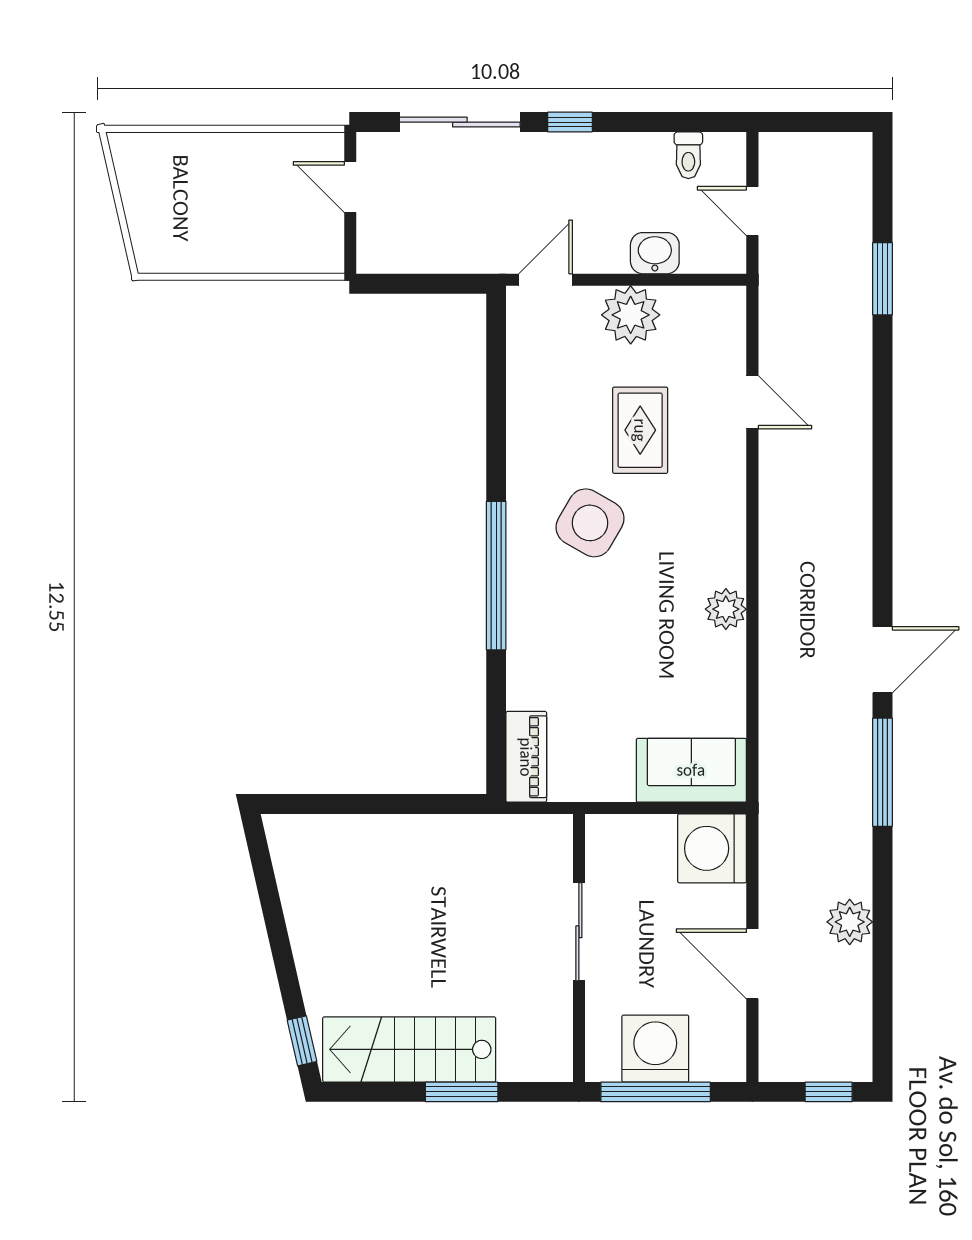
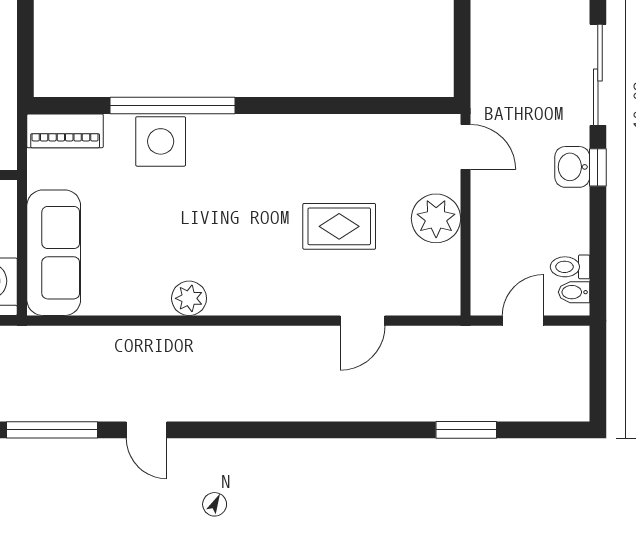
bidet: (719, 150) -> (574, 292), added
washbasin: (655, 253) -> (572, 167), moved, turned 180
side table: (590, 523) -> (161, 141), moved, turned -30
window: (496, 576) -> (172, 105), moved
door: (883, 660) -> (147, 430), width x0.73
sofa: (691, 770) -> (54, 253), width x1.36

